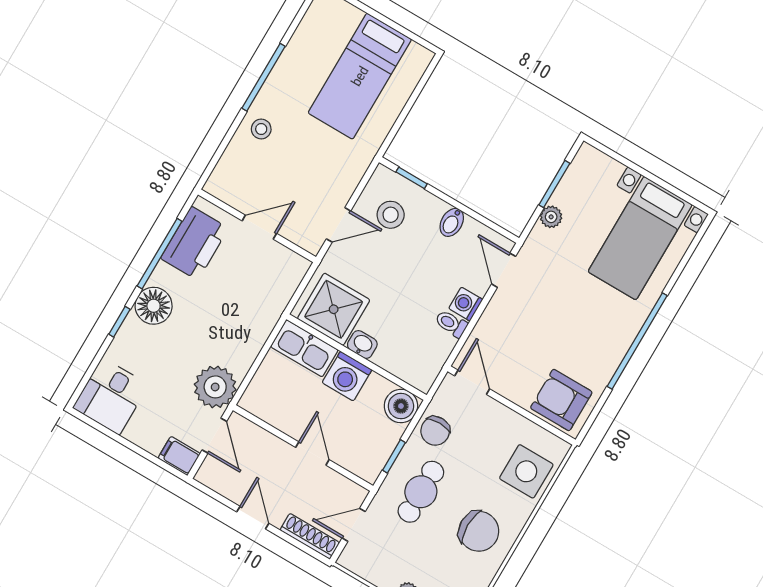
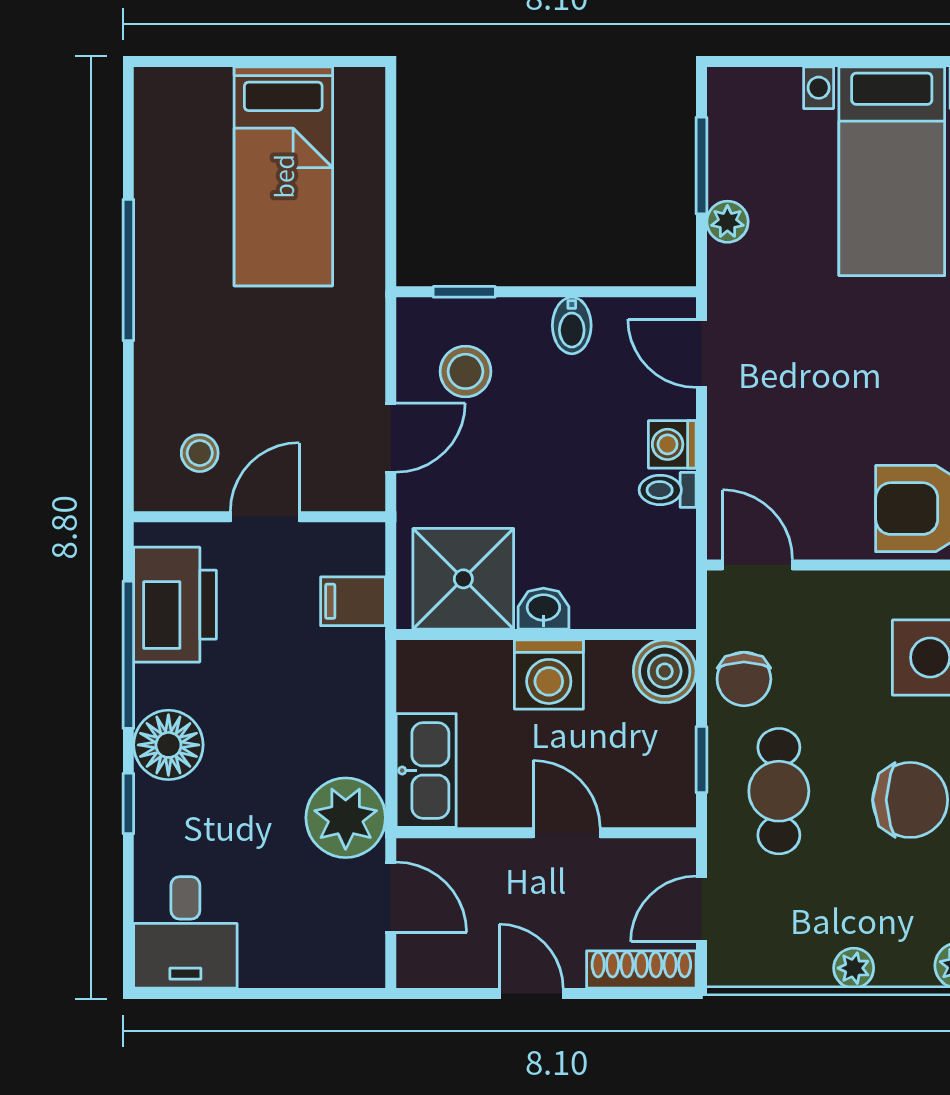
stool: (261, 129) -> (200, 453), moved
kitchen sink: (304, 348) -> (426, 770), moved, turned -90
filing cabinet: (179, 456) -> (353, 601), moved

